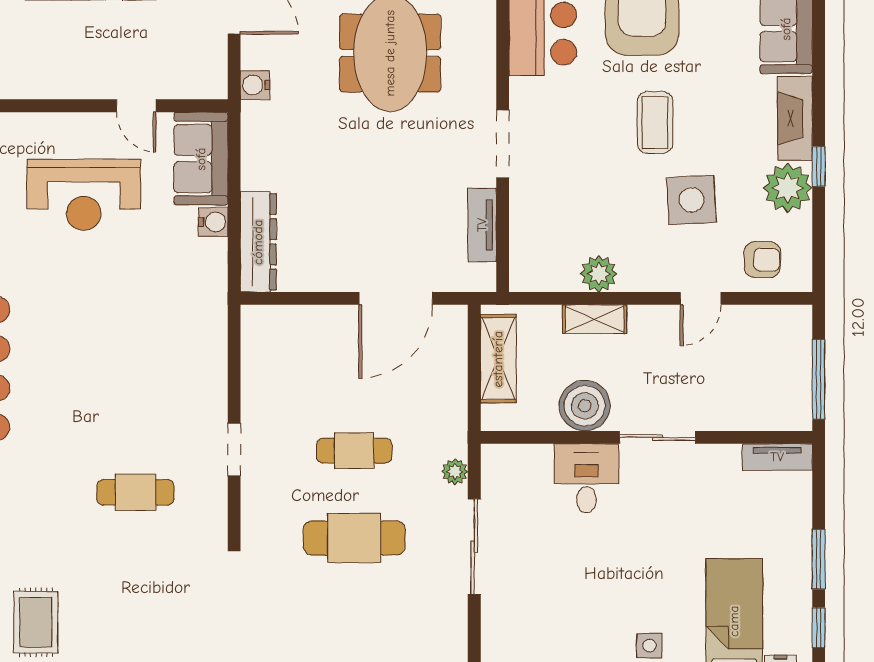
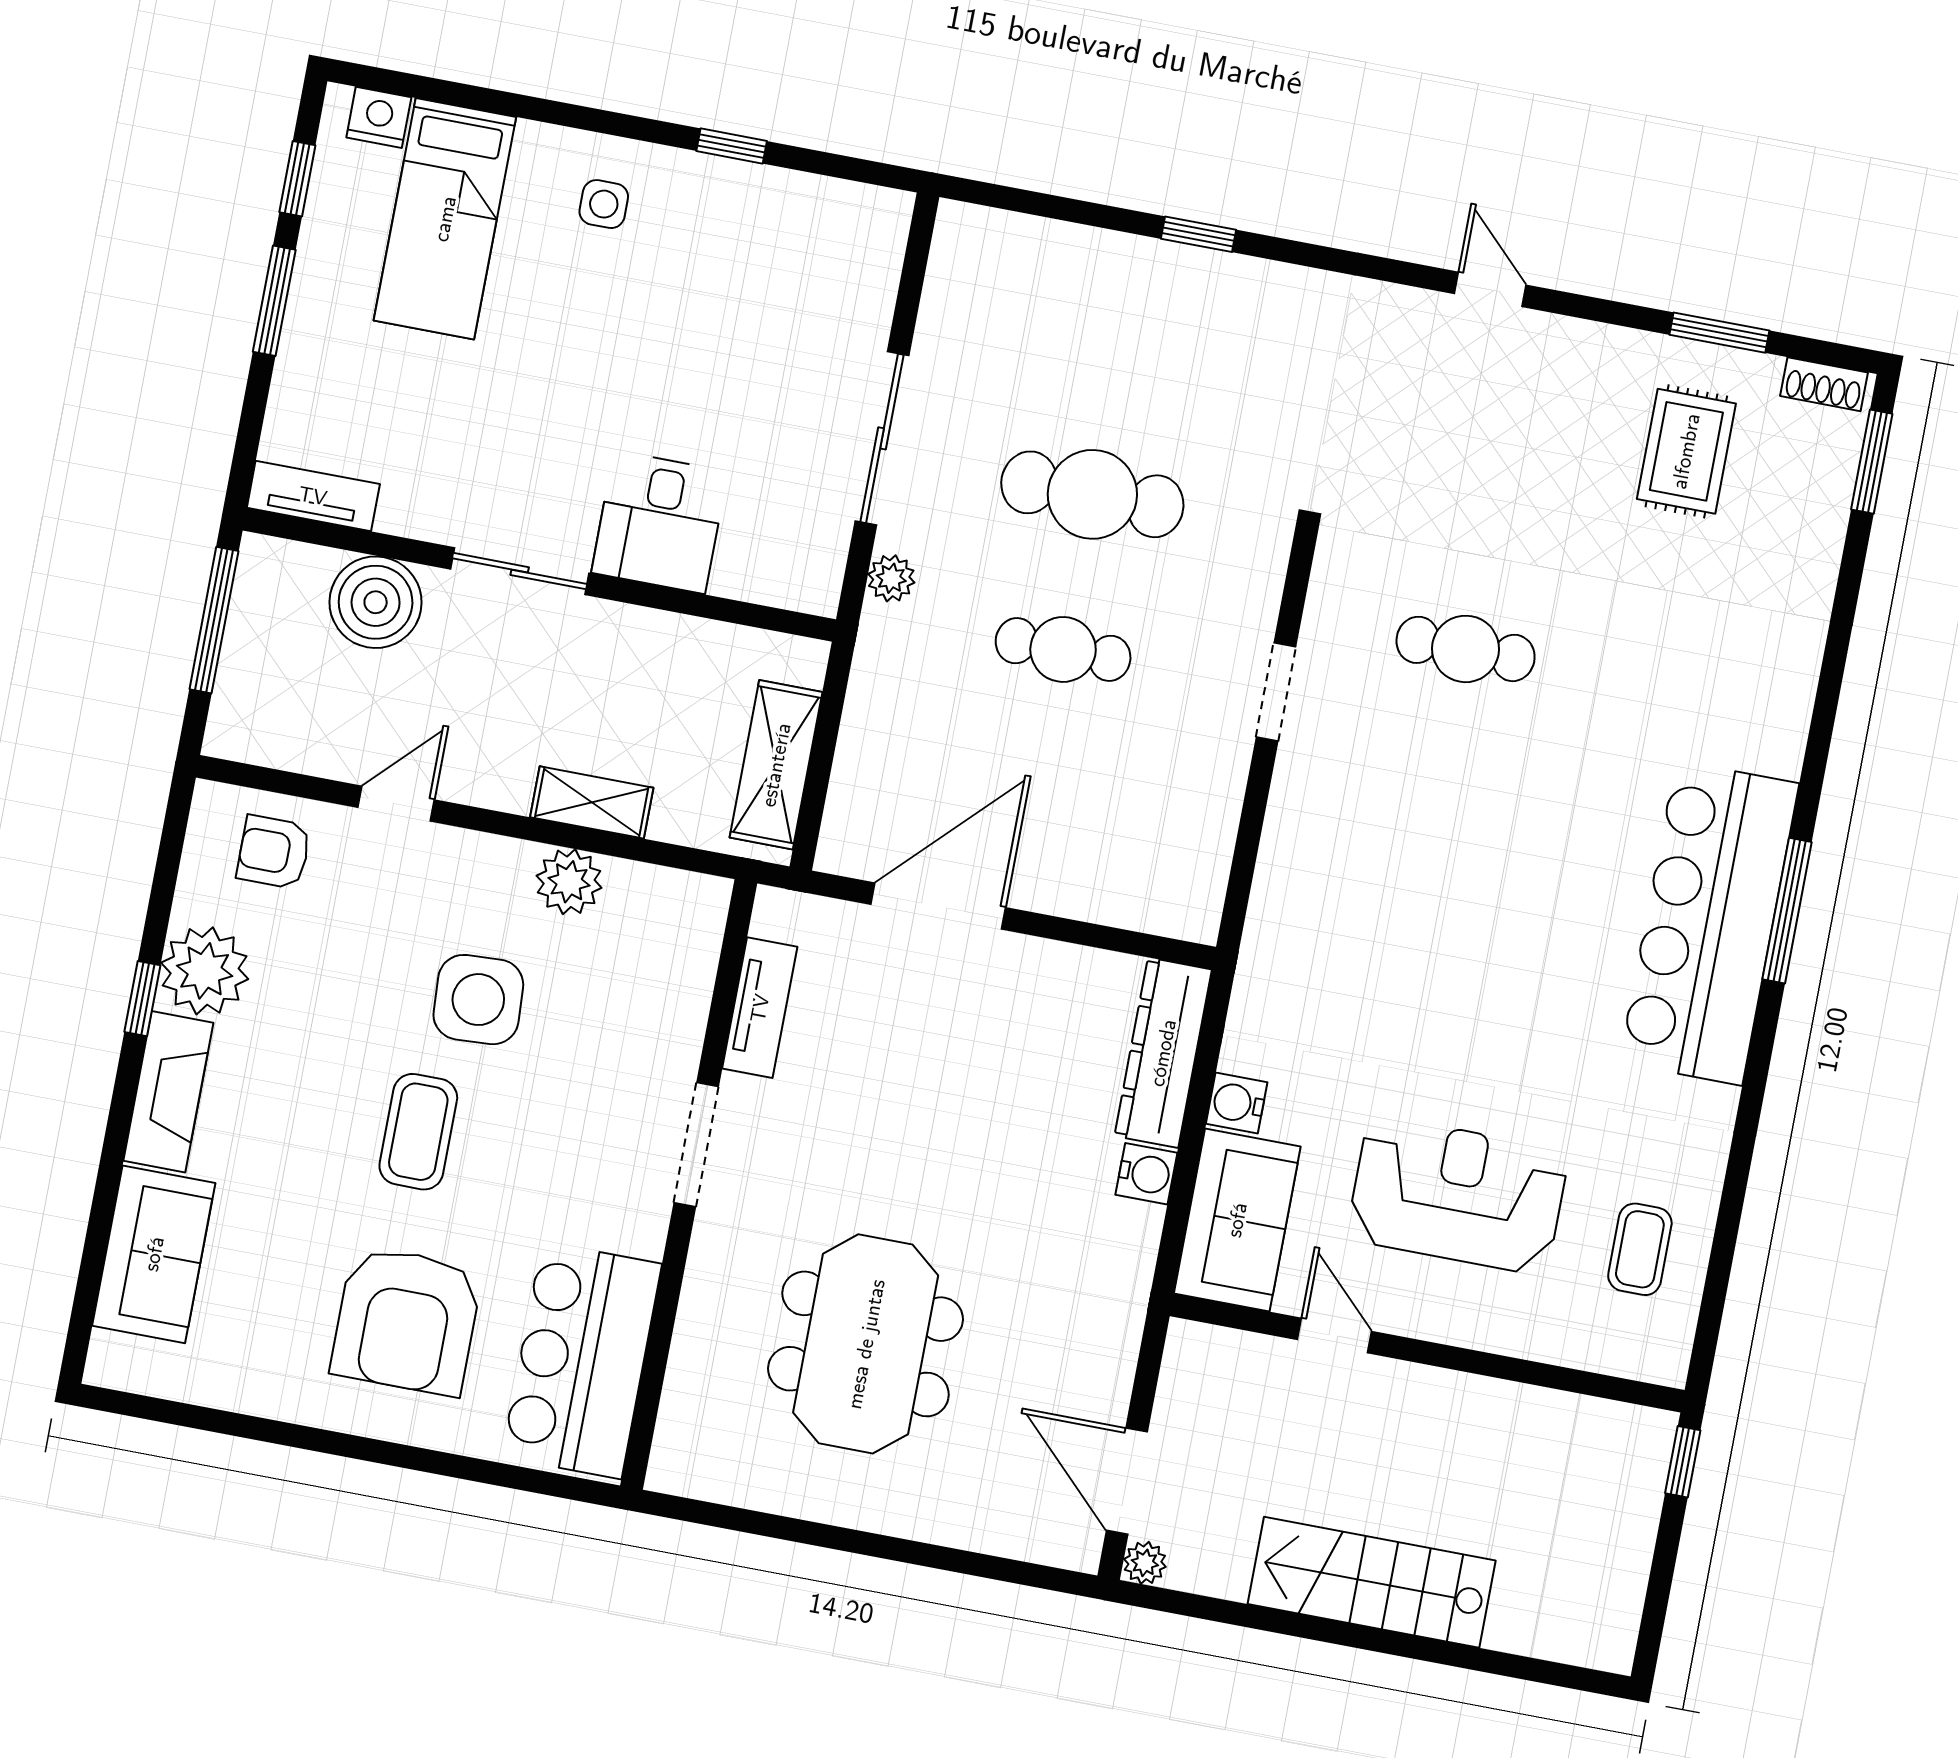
water cooler: (255, 85) -> (1146, 1174), moved
side table: (692, 200) -> (478, 1000), moved
boiler: (585, 406) -> (376, 602), moved

